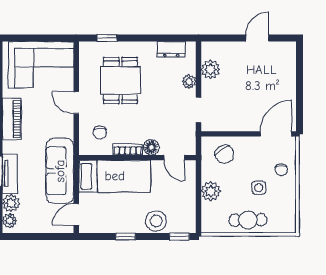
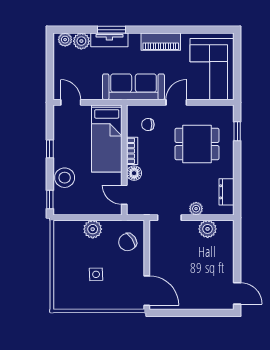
door: (257, 38) -> (237, 293), moved
door: (174, 158) -> (124, 195), hinge flipped
chair: (281, 170) -> (113, 296), removed
sofa: (60, 171) -> (133, 87), moved
cafe table: (248, 220) -> (66, 264), removed

